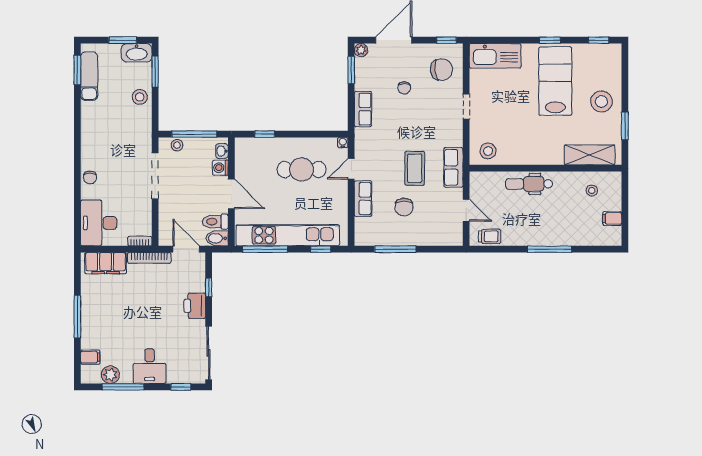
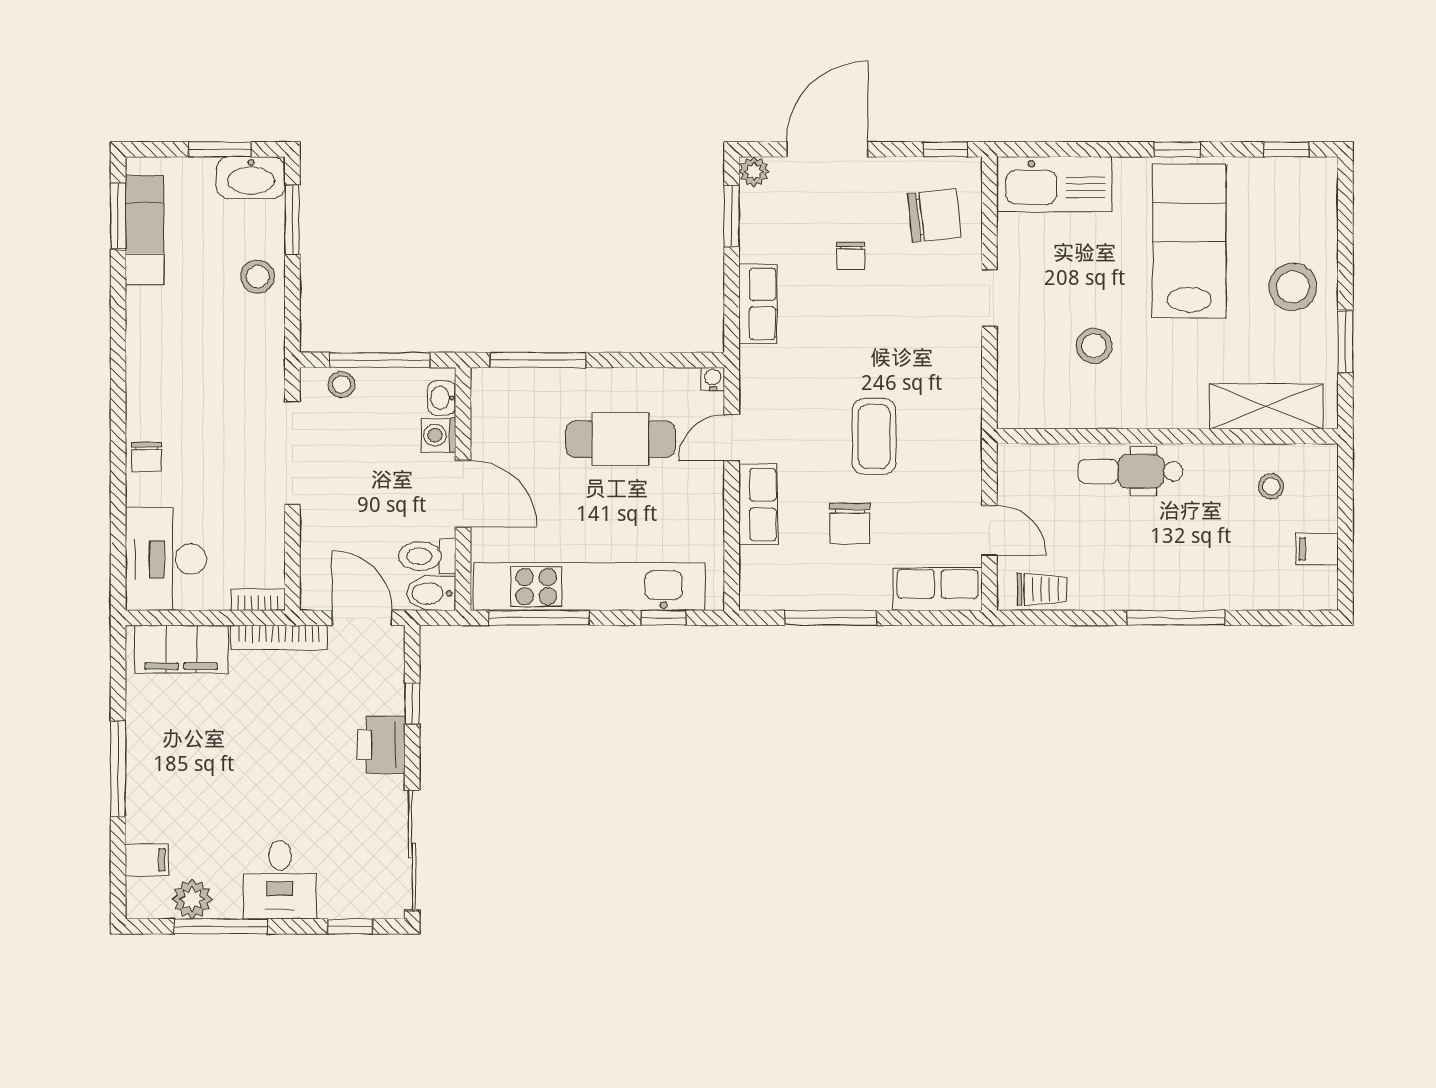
window: (265, 134) -> (538, 360), width x2.17
stool: (488, 151) -> (1094, 346), moved
row of seats: (453, 167) -> (938, 589), moved, turned 90

